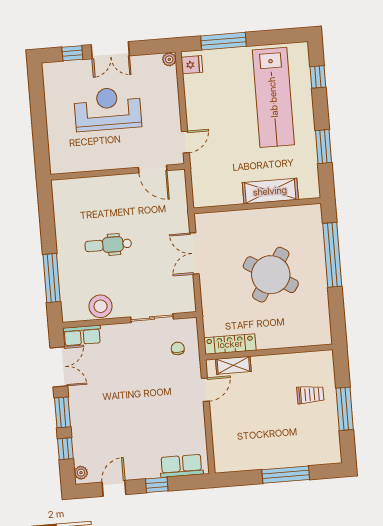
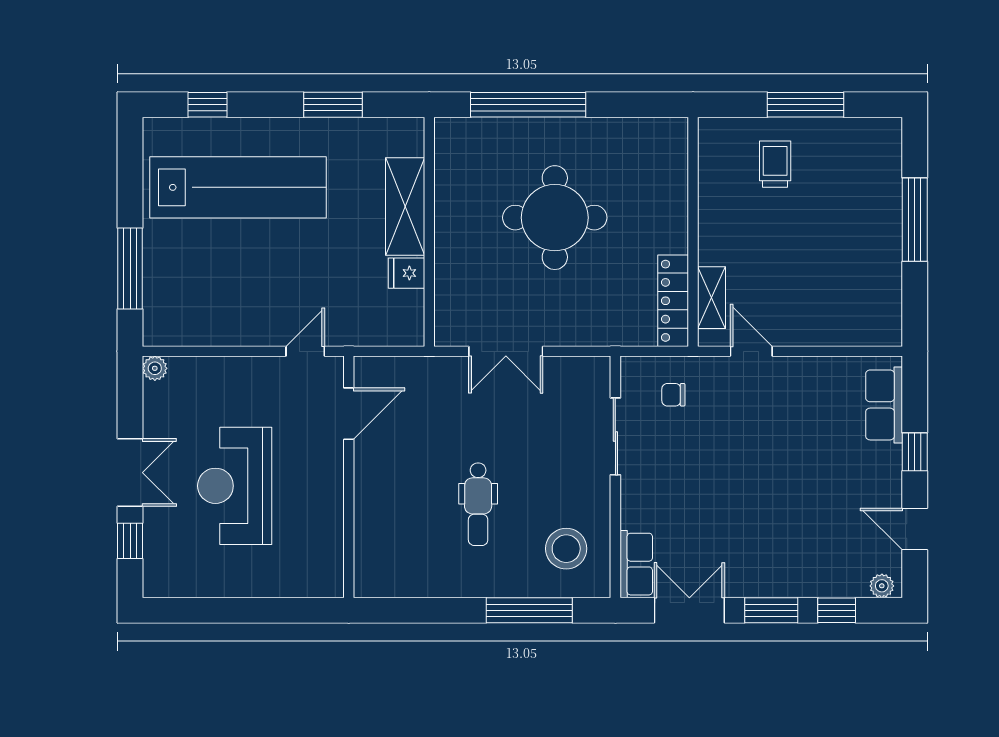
fridge: (192, 65) -> (406, 273), moved, turned -90
door: (185, 142) -> (305, 351), hinge flipped
round table: (271, 275) -> (555, 218), turned -32
stool: (101, 306) -> (566, 549), moved

